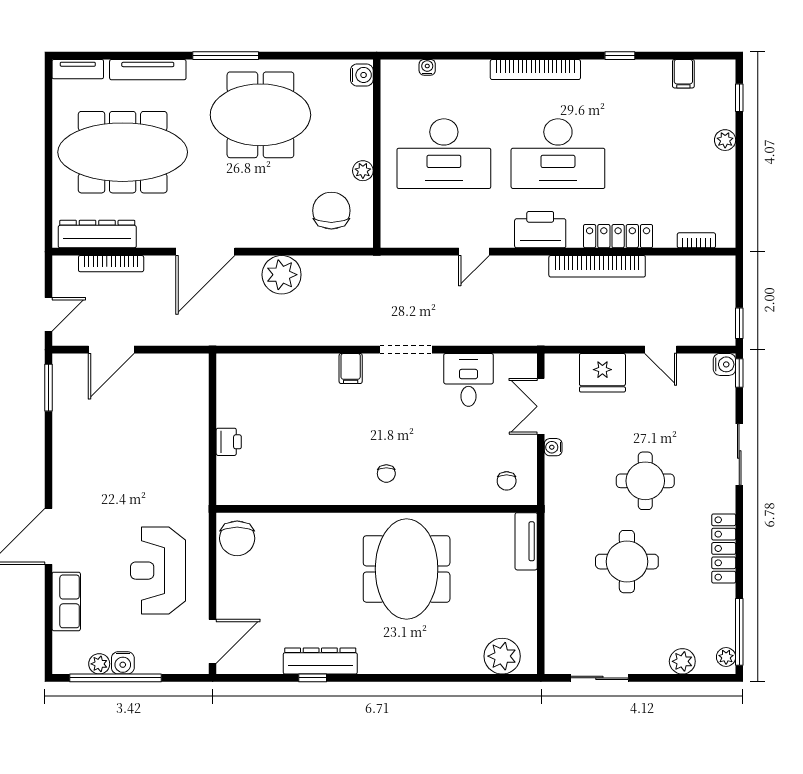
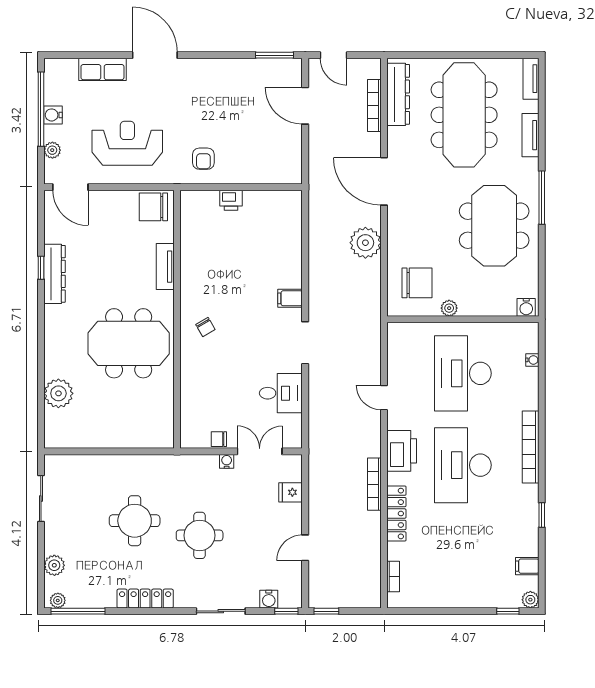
tv unit: (148, 70) -> (530, 135), width x0.71
plant: (725, 140) -> (530, 600), moved
bookcase: (597, 266) -> (374, 484), width x0.68, depth x0.76
water cooler: (724, 364) -> (269, 599), moved
fridge: (602, 373) -> (291, 492), width x0.53, depth x0.75
chair: (386, 474) -> (205, 327), turned -120
armchair: (177, 476) -> (203, 159), added
chair: (507, 481) -> (219, 439), moved
tv unit: (526, 541) -> (165, 267), moved, turned -90
plant: (502, 656) -> (58, 393), moved
plant: (99, 664) -> (52, 150), moved

